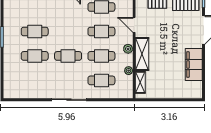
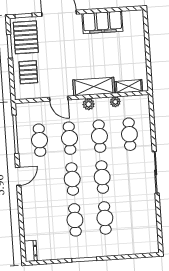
door: (134, 25) -> (59, 99), hinge flipped
cafe table: (68, 31) -> (72, 179), added

